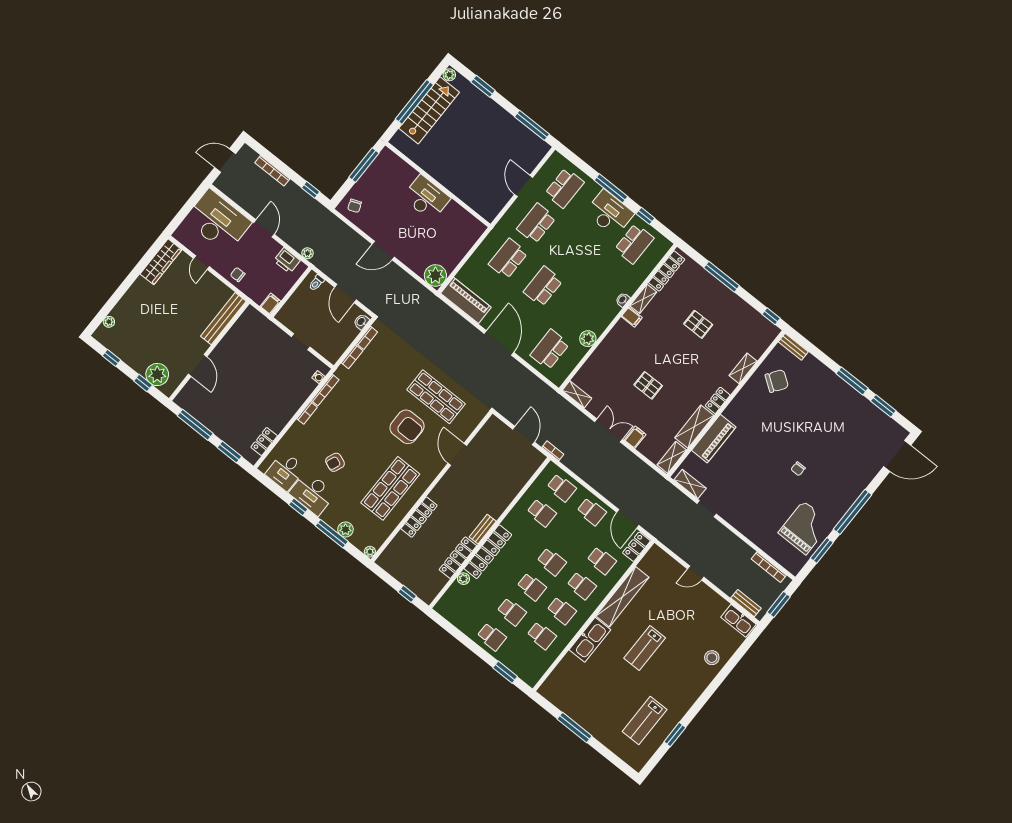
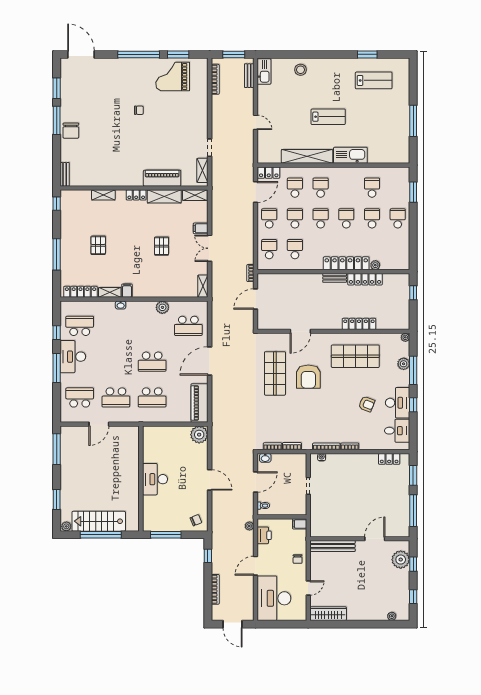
chair: (777, 381) -> (71, 131), moved, turned -125
armchair: (407, 427) -> (308, 377), turned 180
school desk: (562, 611) -> (295, 218), moved

